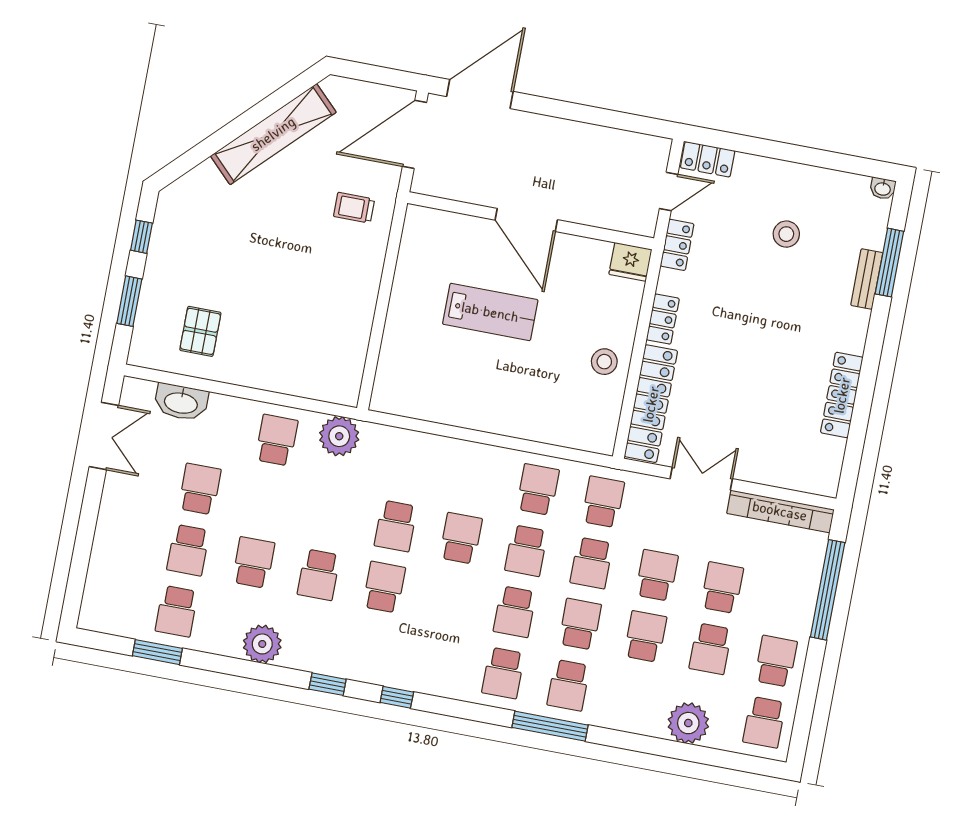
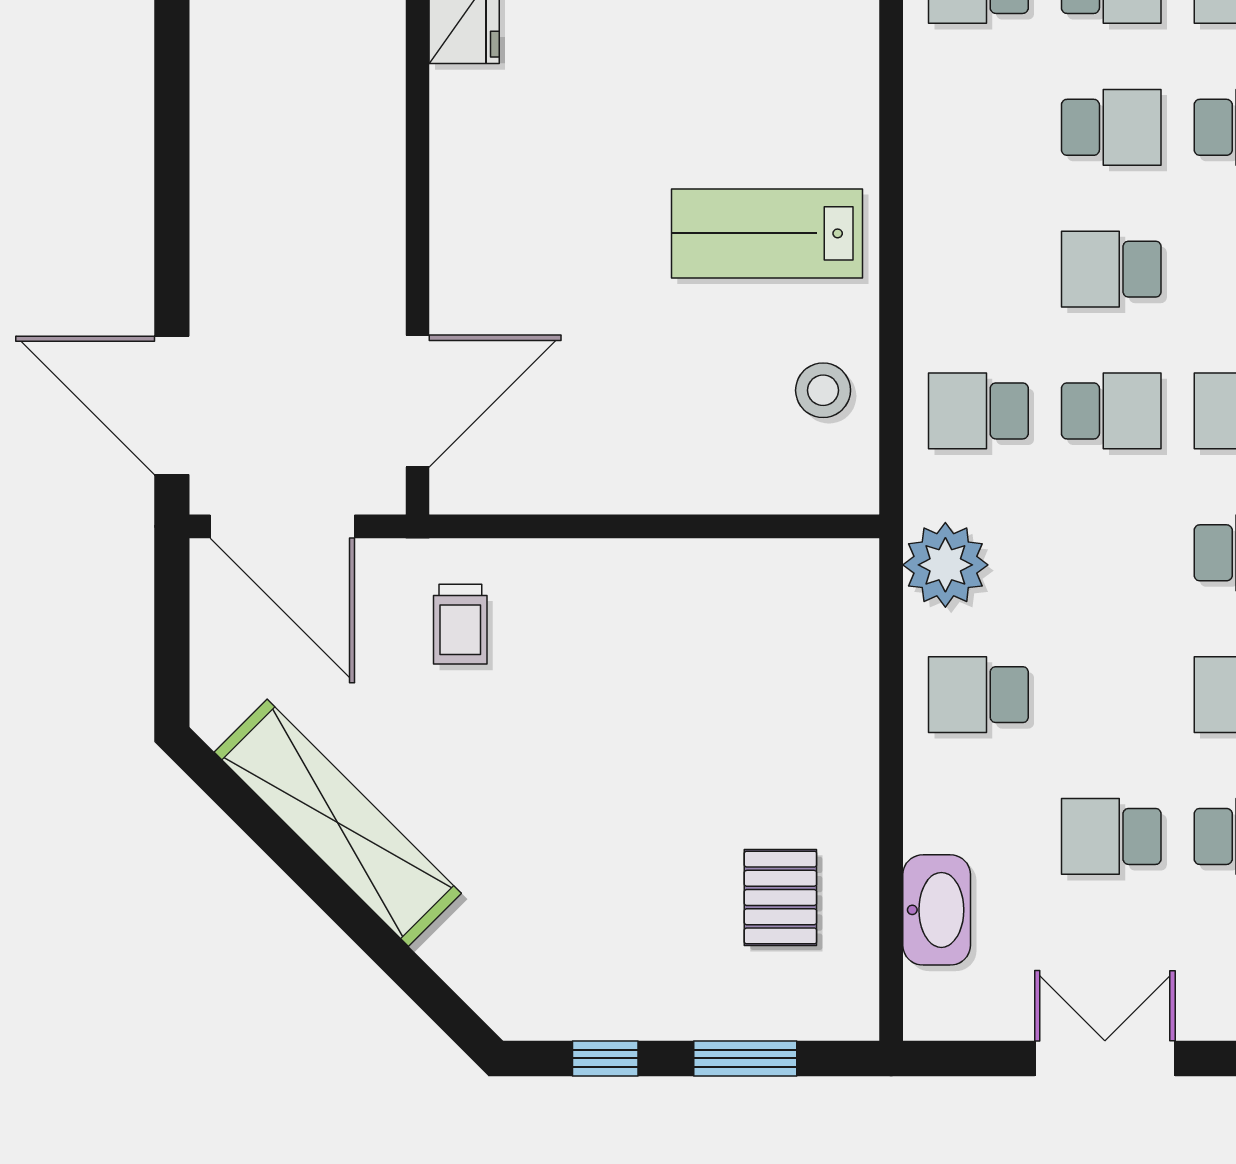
door: (526, 220) -> (418, 401), moved
lab bench: (490, 312) -> (767, 233), moved, turned -90
pallet: (200, 331) -> (780, 898), turned 90
stool: (604, 362) -> (823, 390), moved
double door: (104, 436) -> (1105, 1058), moved
school desk: (538, 490) -> (978, 411), moved

